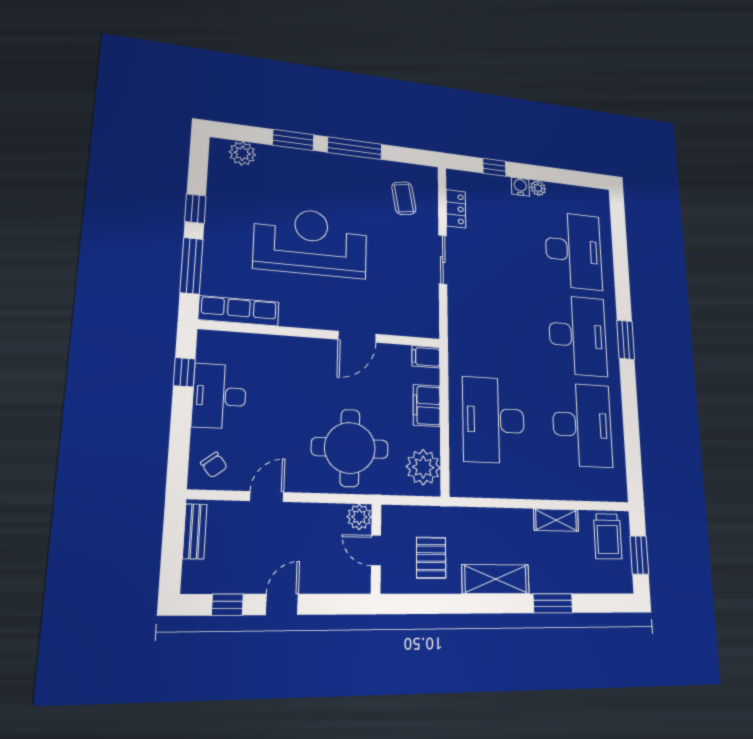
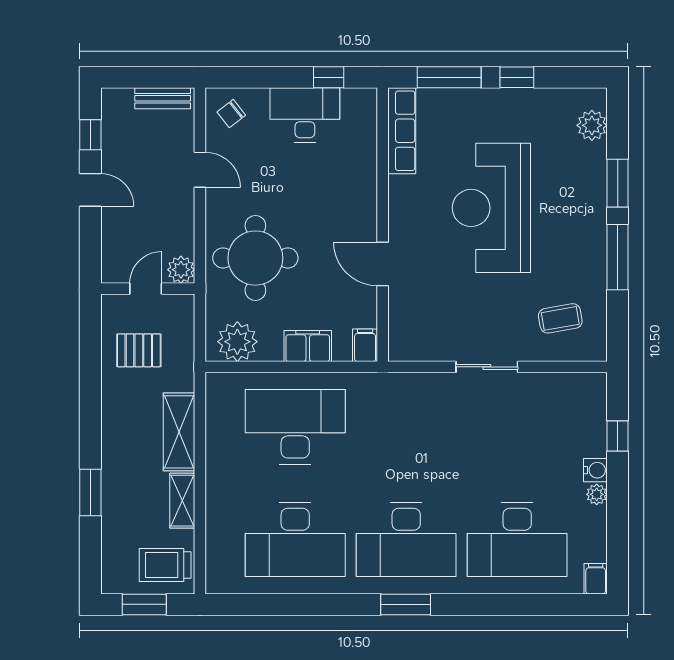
filing cabinet: (599, 197) -> (596, 579), added
locker: (456, 209) -> (555, 384), removed
reception desk: (311, 242) -> (491, 208), turned 180
shelving: (496, 579) -> (179, 432), moved

